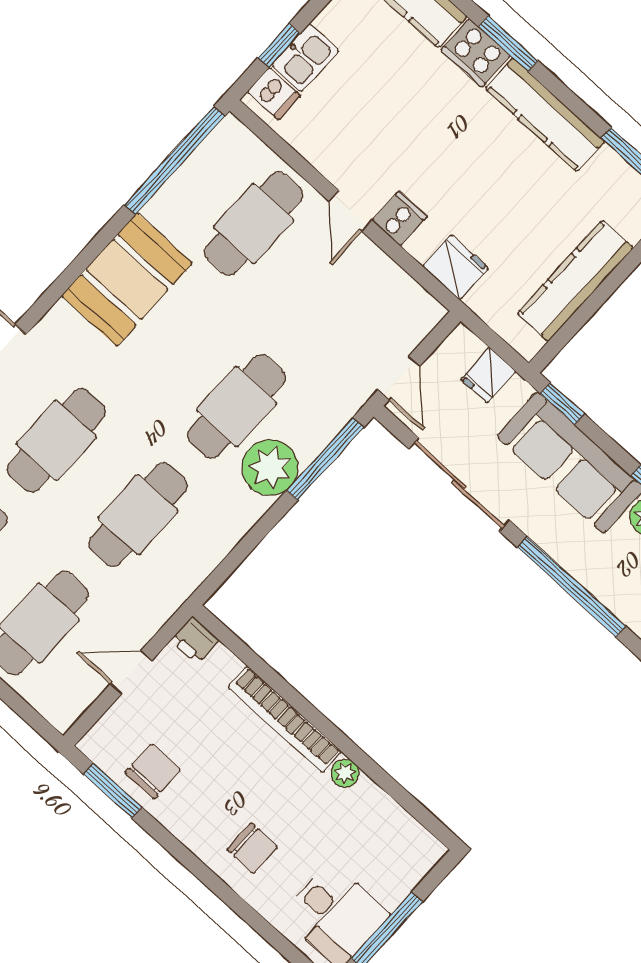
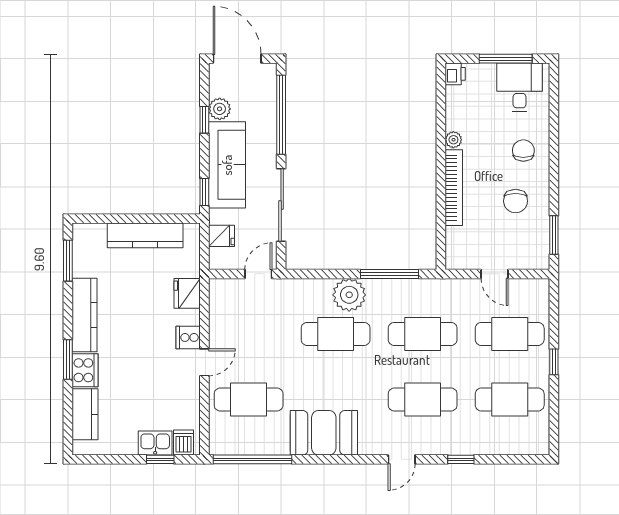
window: (325, 459) -> (389, 274), moved
printer: (195, 640) -> (455, 74), moved
chair: (153, 771) -> (516, 201), moved, turned -90

